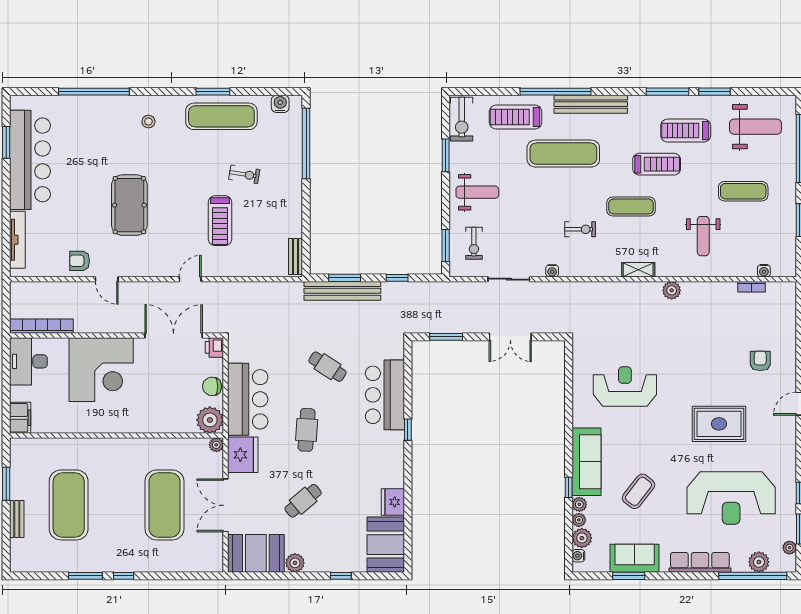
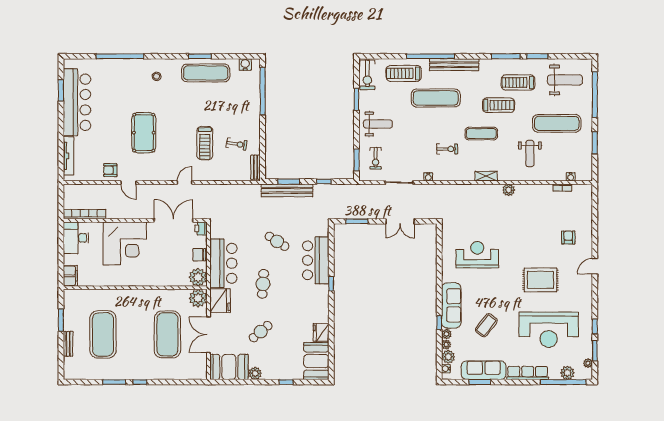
exercise bike: (244, 174) -> (237, 144), moved
exercise mat: (743, 191) -> (557, 123), width x1.36, depth x1.45
plant: (216, 445) -> (198, 298), width x1.88, depth x1.88
sofa: (635, 558) -> (484, 370), width x1.36

